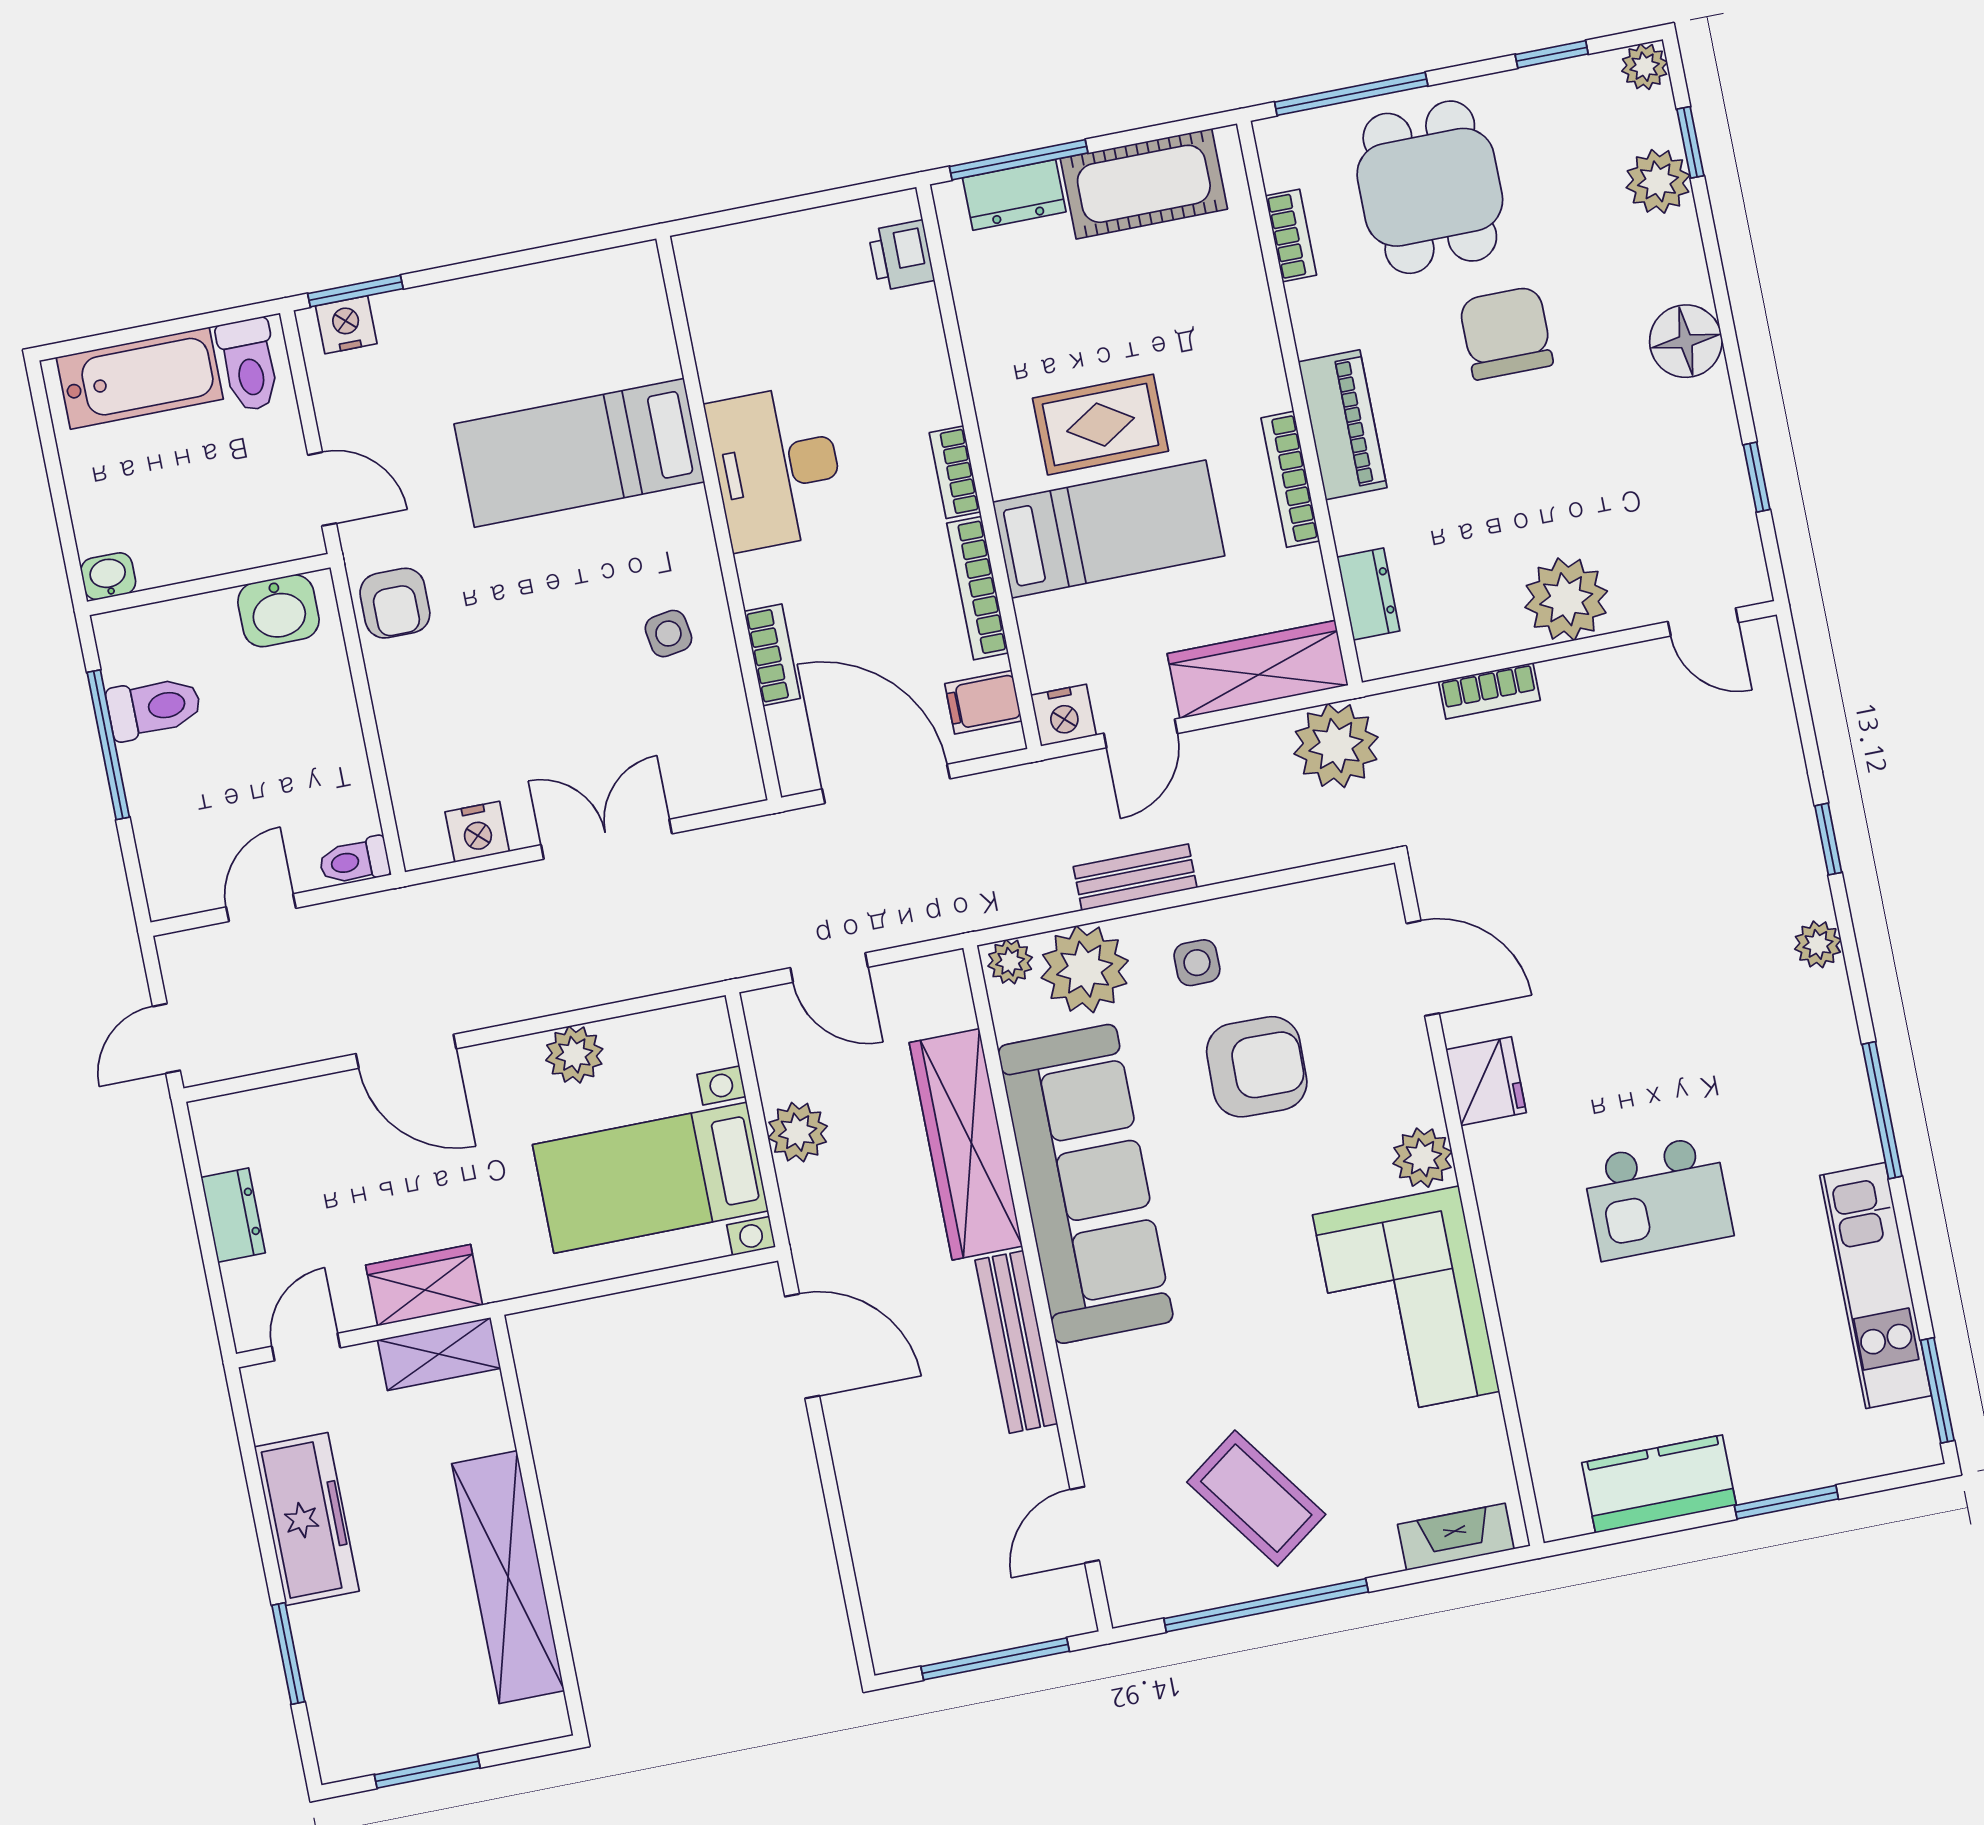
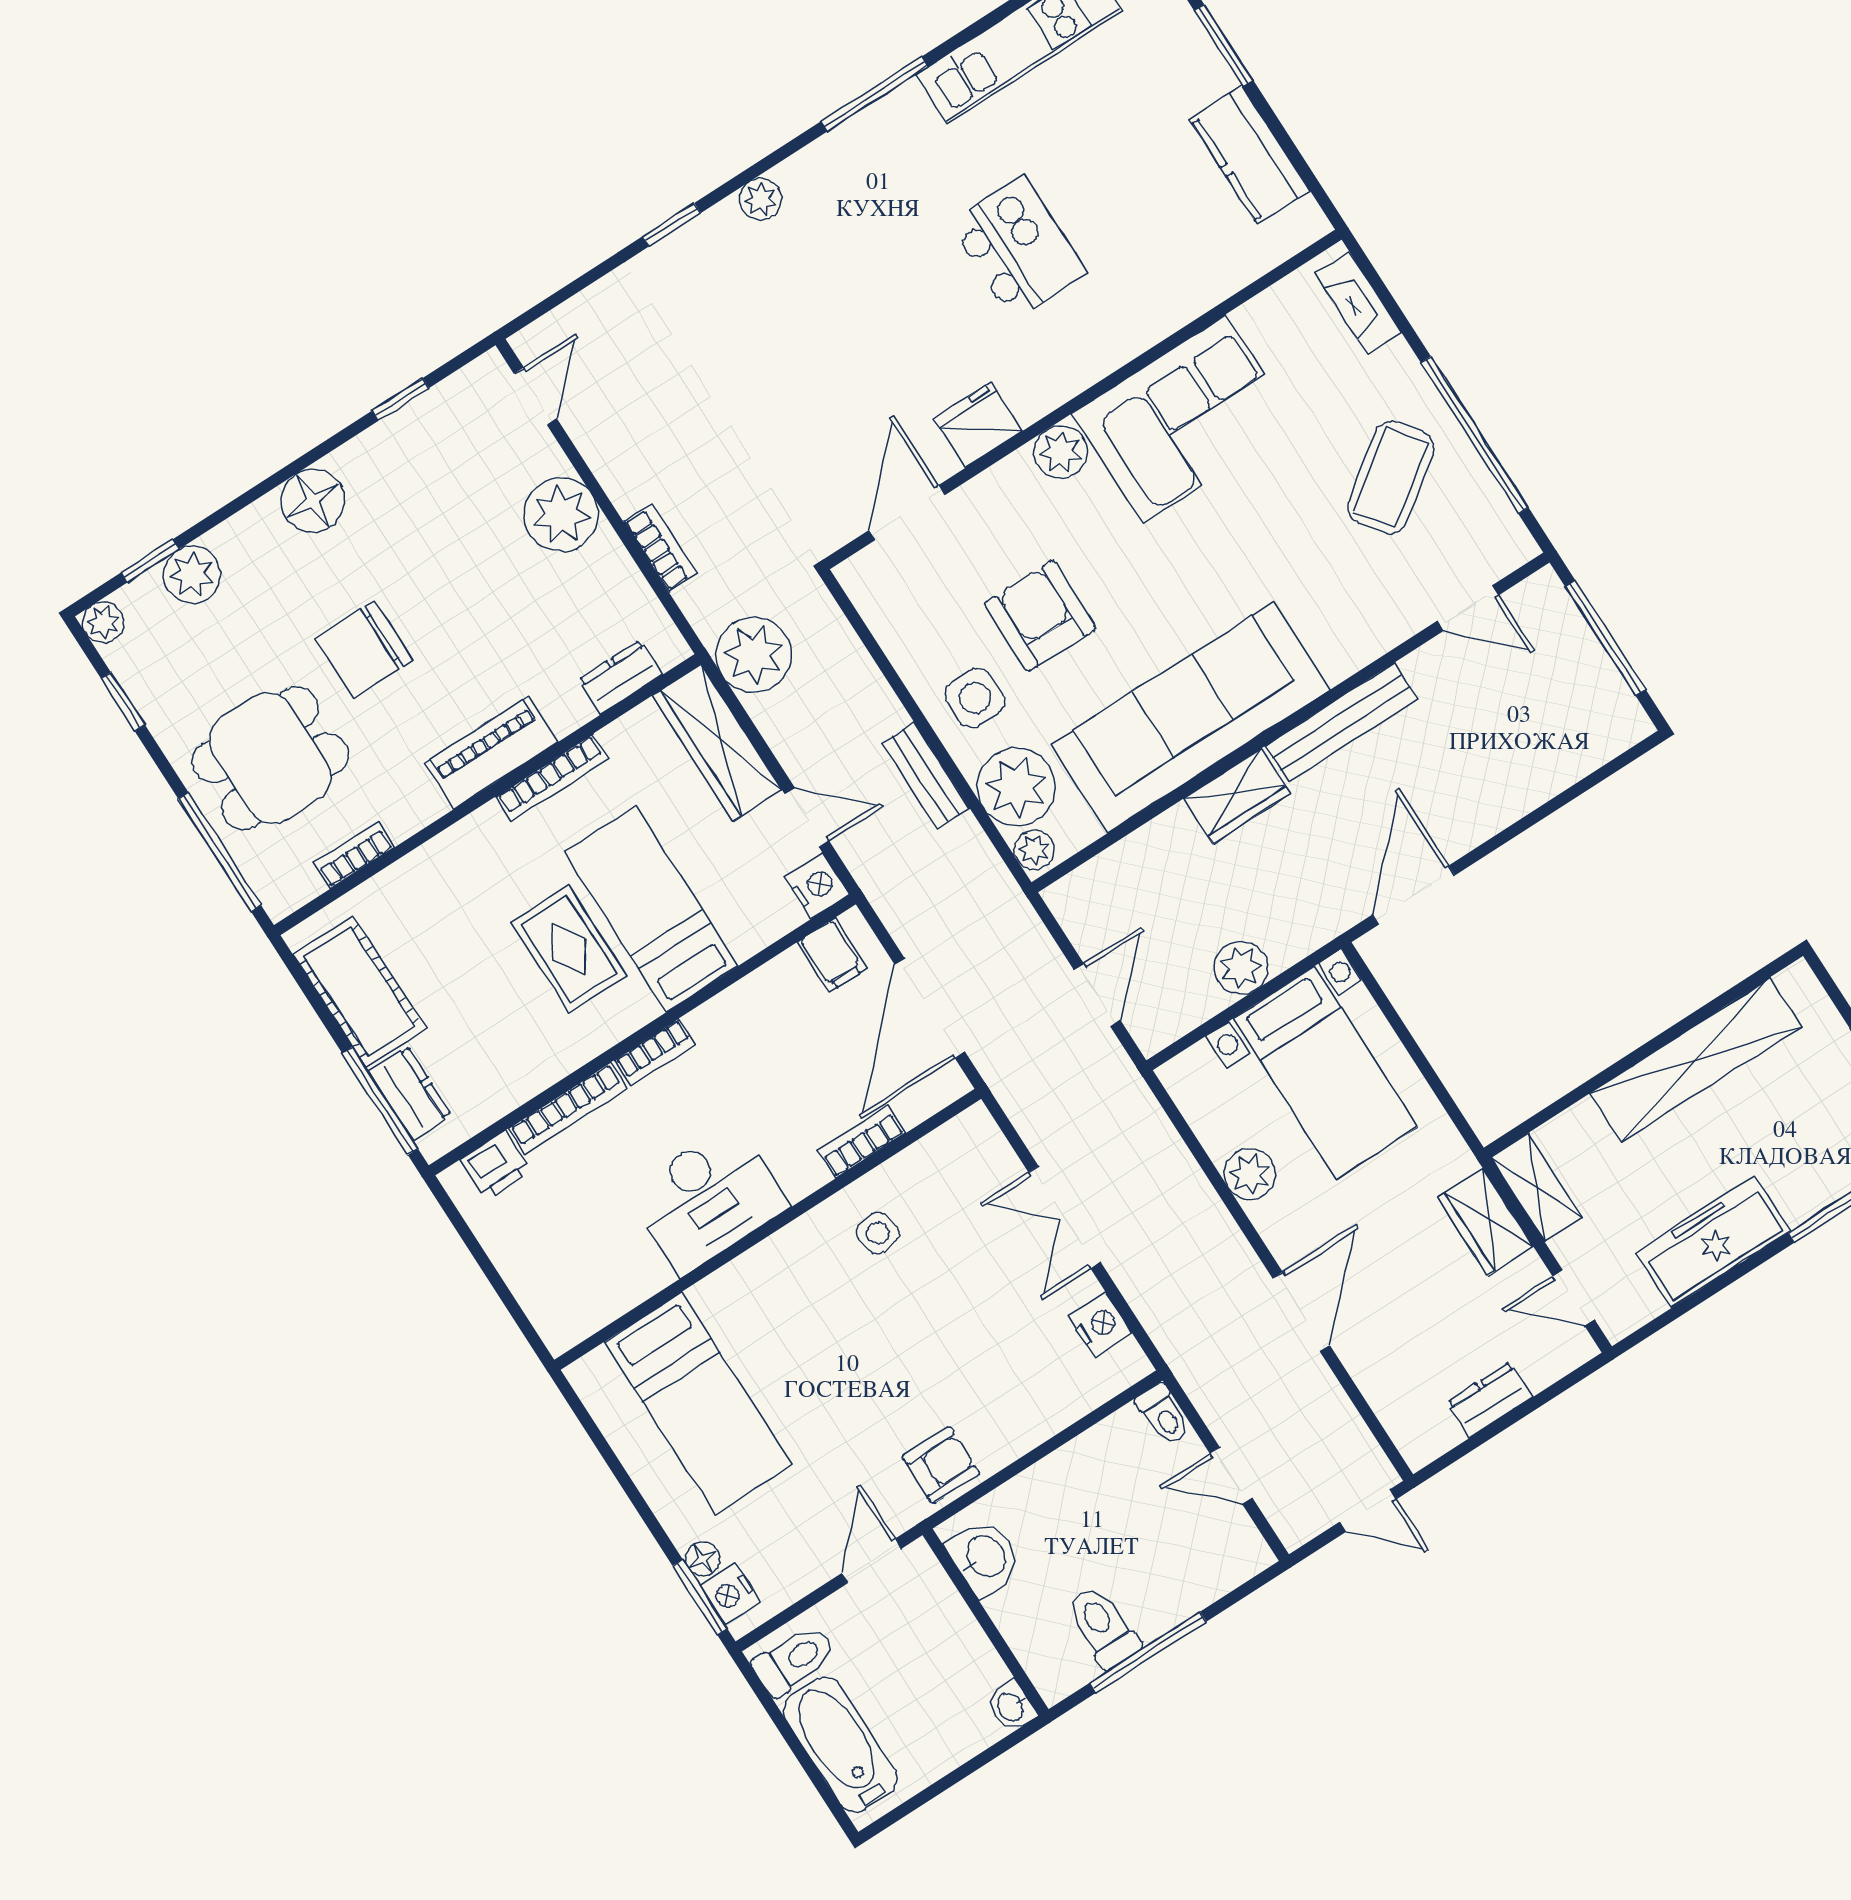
floor lamp: (395, 310) -> (703, 1559), added
bed: (579, 453) -> (698, 1403), moved
bookcase: (978, 588) -> (568, 1108), moved
side table: (1197, 963) -> (975, 698), width x1.37, depth x1.37
wardrobe: (966, 1144) -> (1237, 796), width x0.48, depth x0.85

